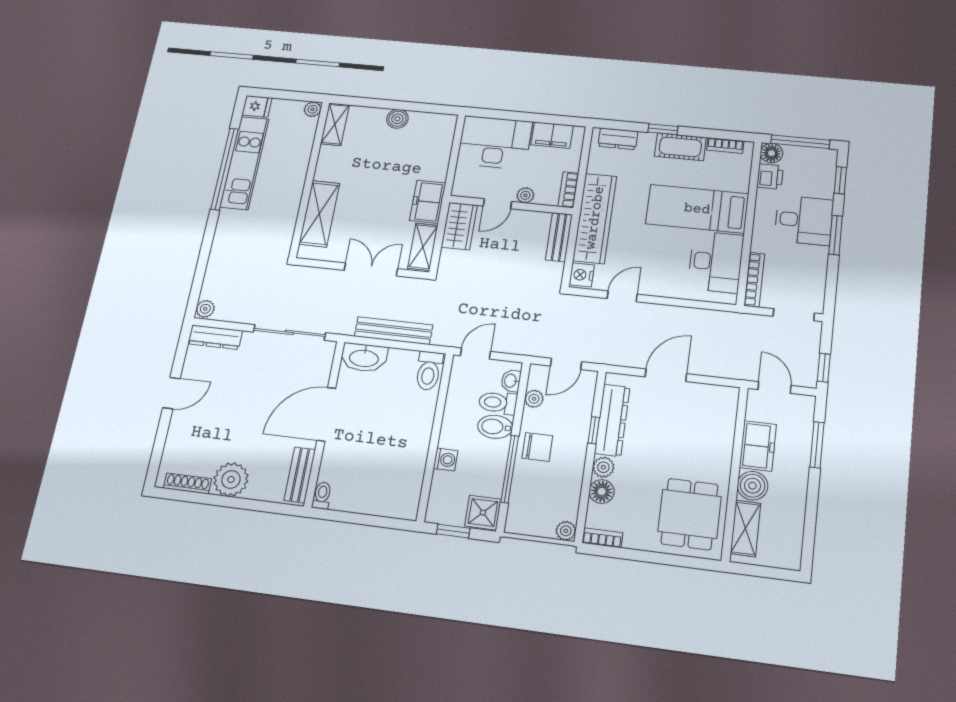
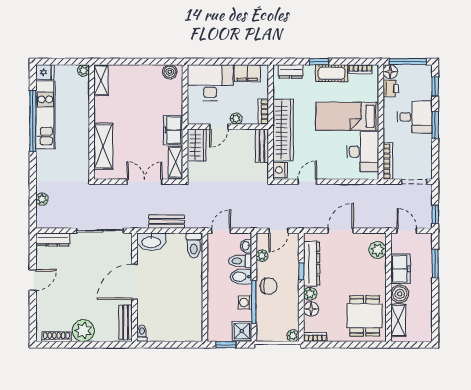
boiler: (397, 119) -> (170, 72), moved
plant: (205, 309) -> (42, 199), moved
bench: (394, 331) -> (167, 222), width x0.73
plant: (723, 412) -> (378, 250), added
washing machine: (446, 460) -> (245, 303), moved, turned 180

